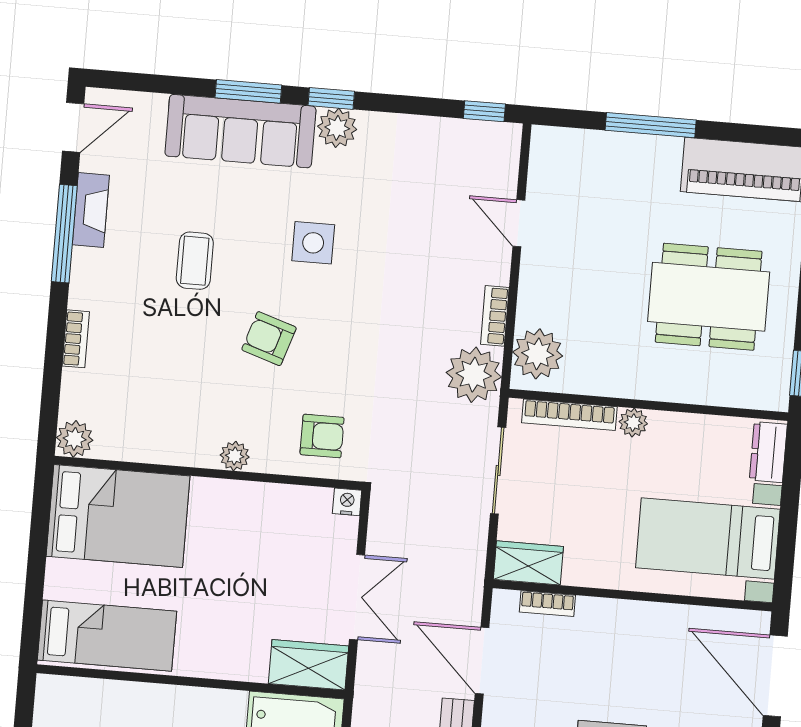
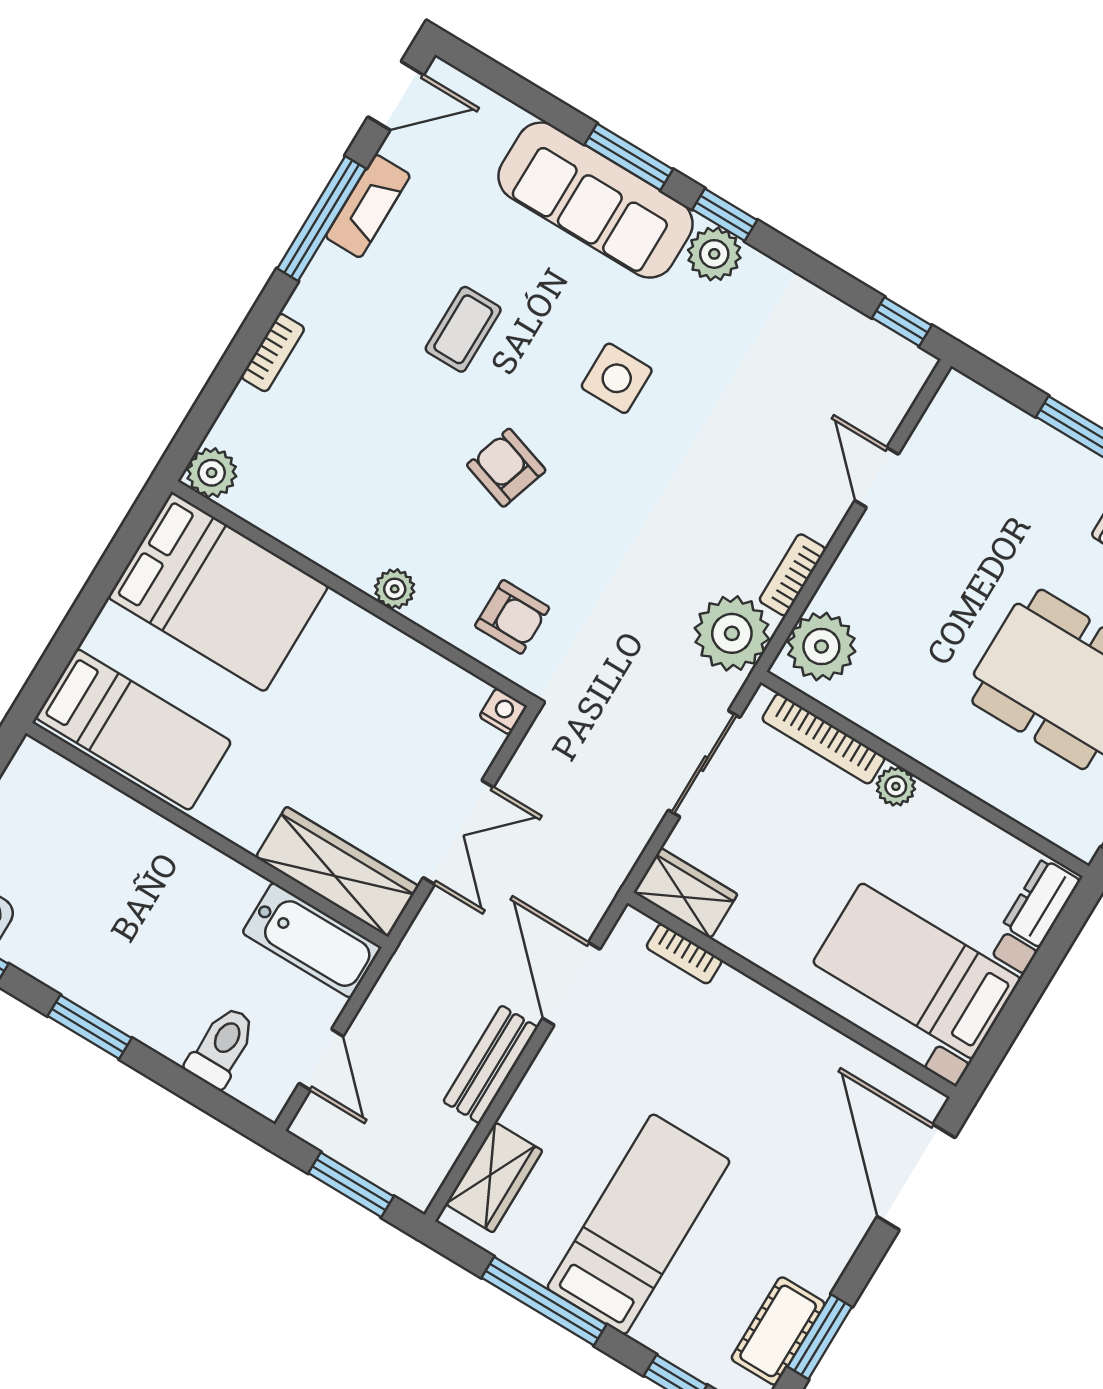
wardrobe: (309, 665) -> (337, 872), width x1.50

